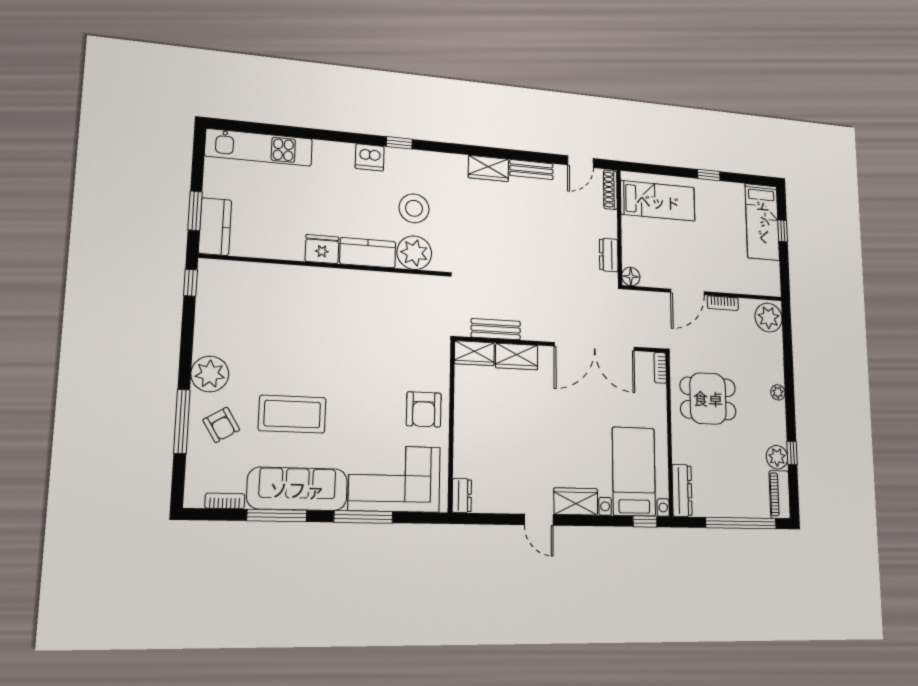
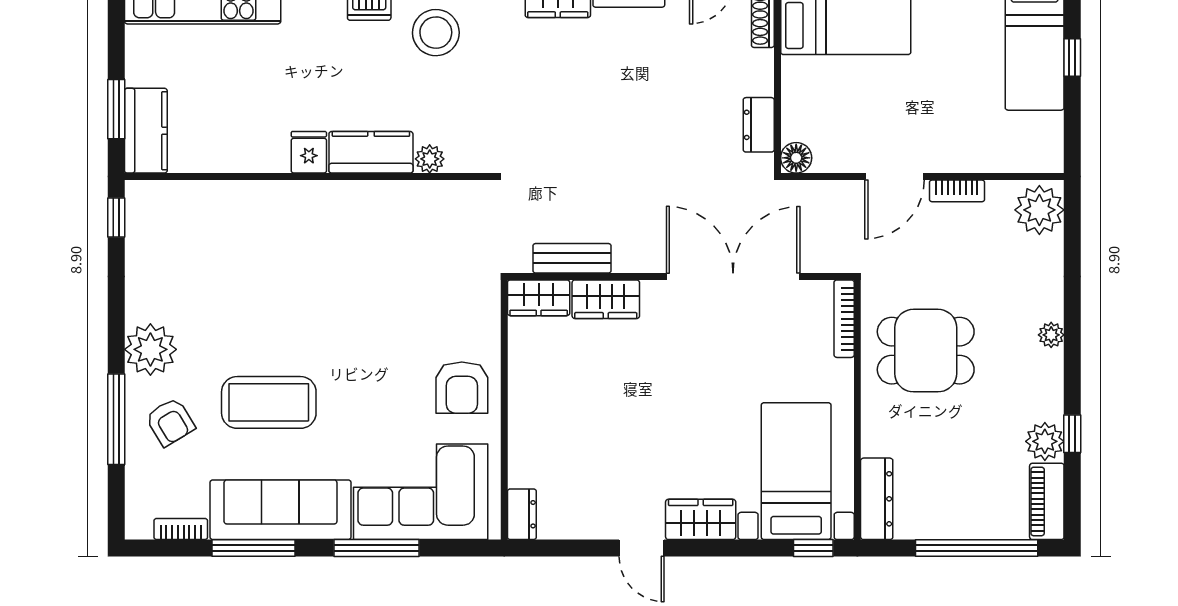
stool: (414, 208) -> (436, 33), moved
fridge: (322, 249) -> (309, 152), width x0.72
plant: (414, 253) -> (430, 159), width x0.53, depth x0.53
double door: (594, 347) -> (733, 276), swing flipped
bookcase: (660, 368) -> (844, 319), width x1.56

